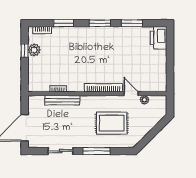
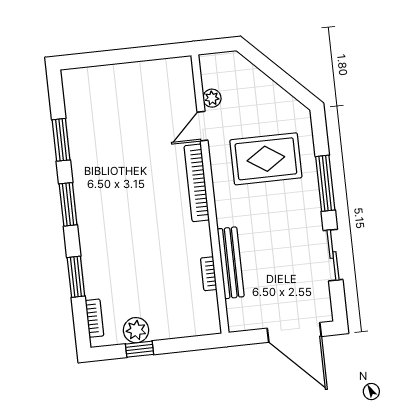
printer: (159, 38) -> (85, 83), removed
rug: (112, 123) -> (266, 159), turned 90

